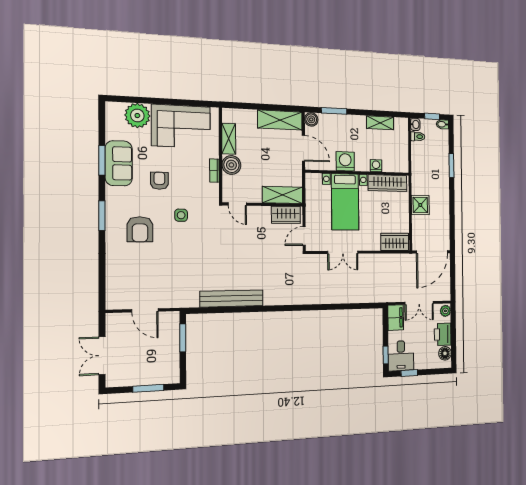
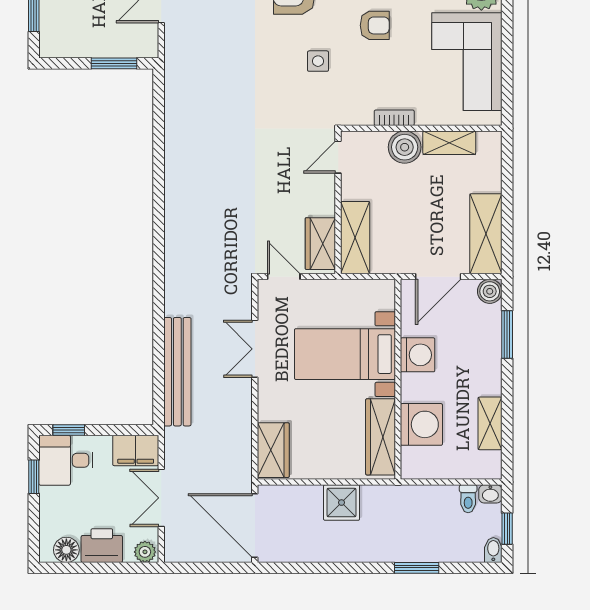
washing machine: (376, 166) -> (421, 424), width x1.89, depth x1.89
bench: (232, 298) -> (177, 372), moved

